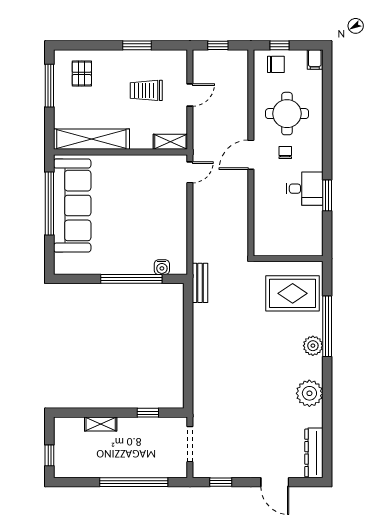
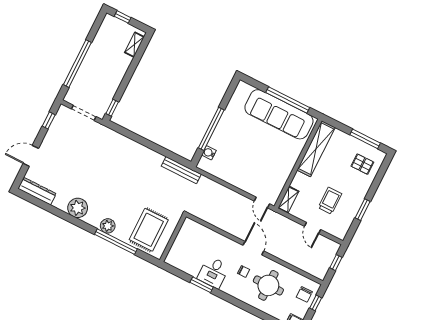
bench: (200, 283) -> (181, 170), width x1.36
window: (148, 413) -> (112, 108), moved
shelving: (101, 424) -> (134, 45), moved

